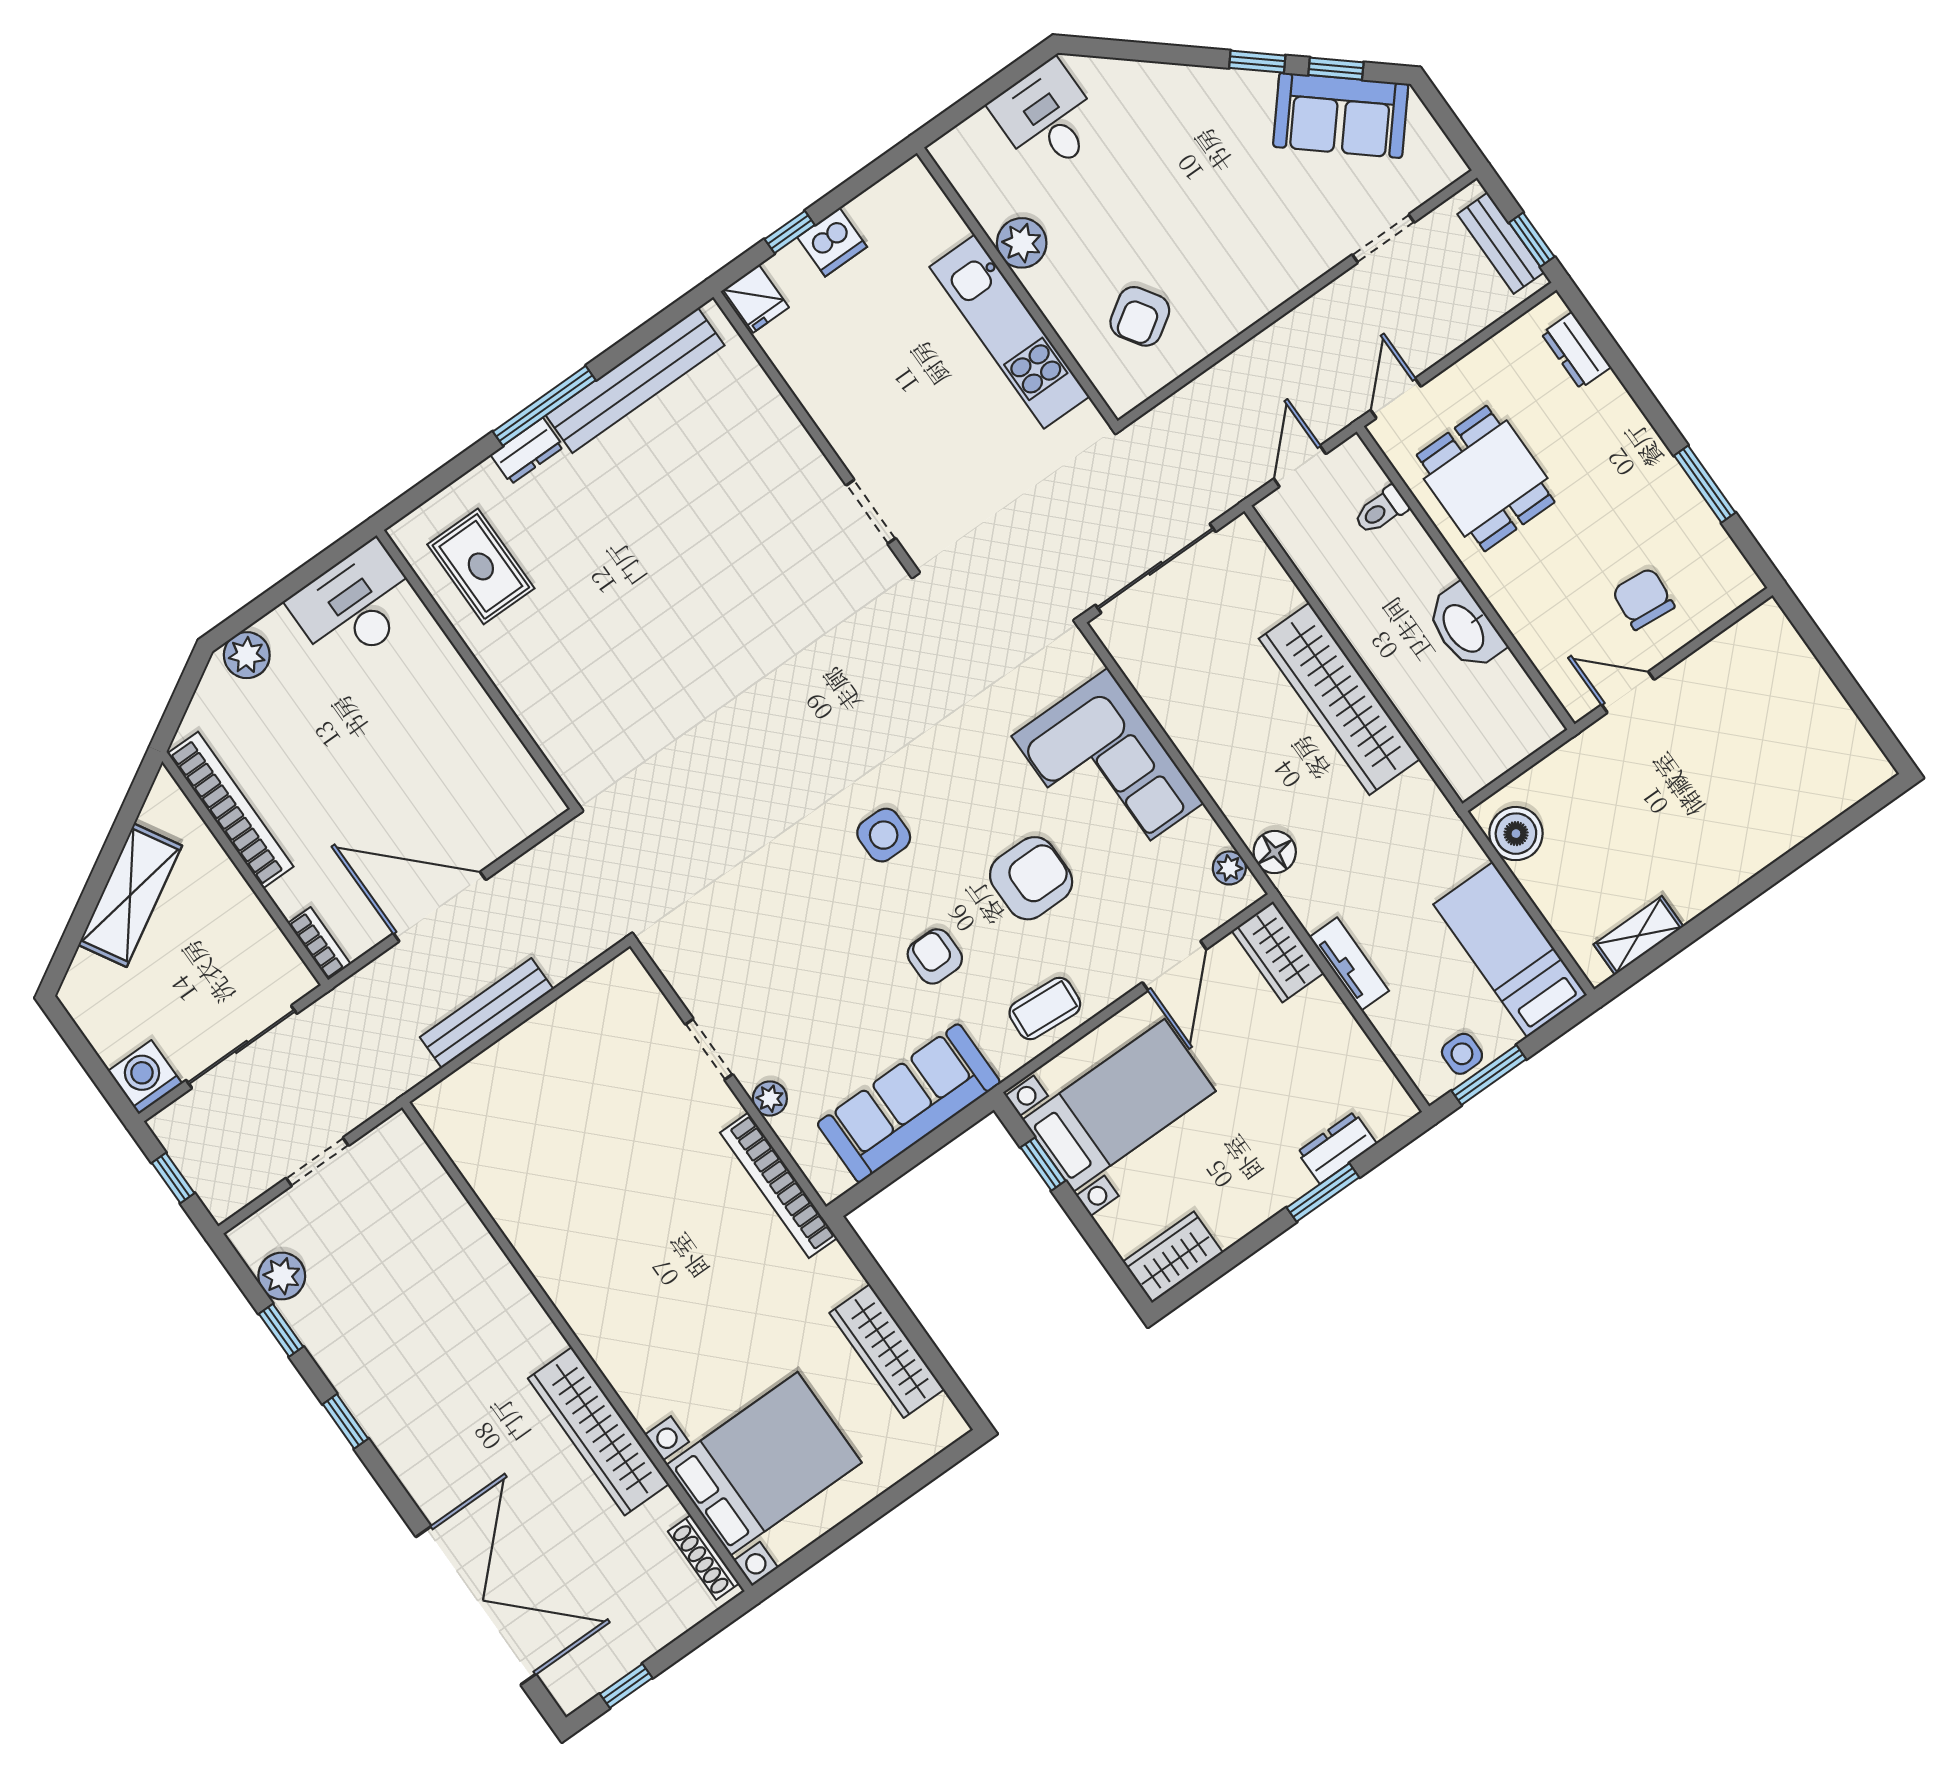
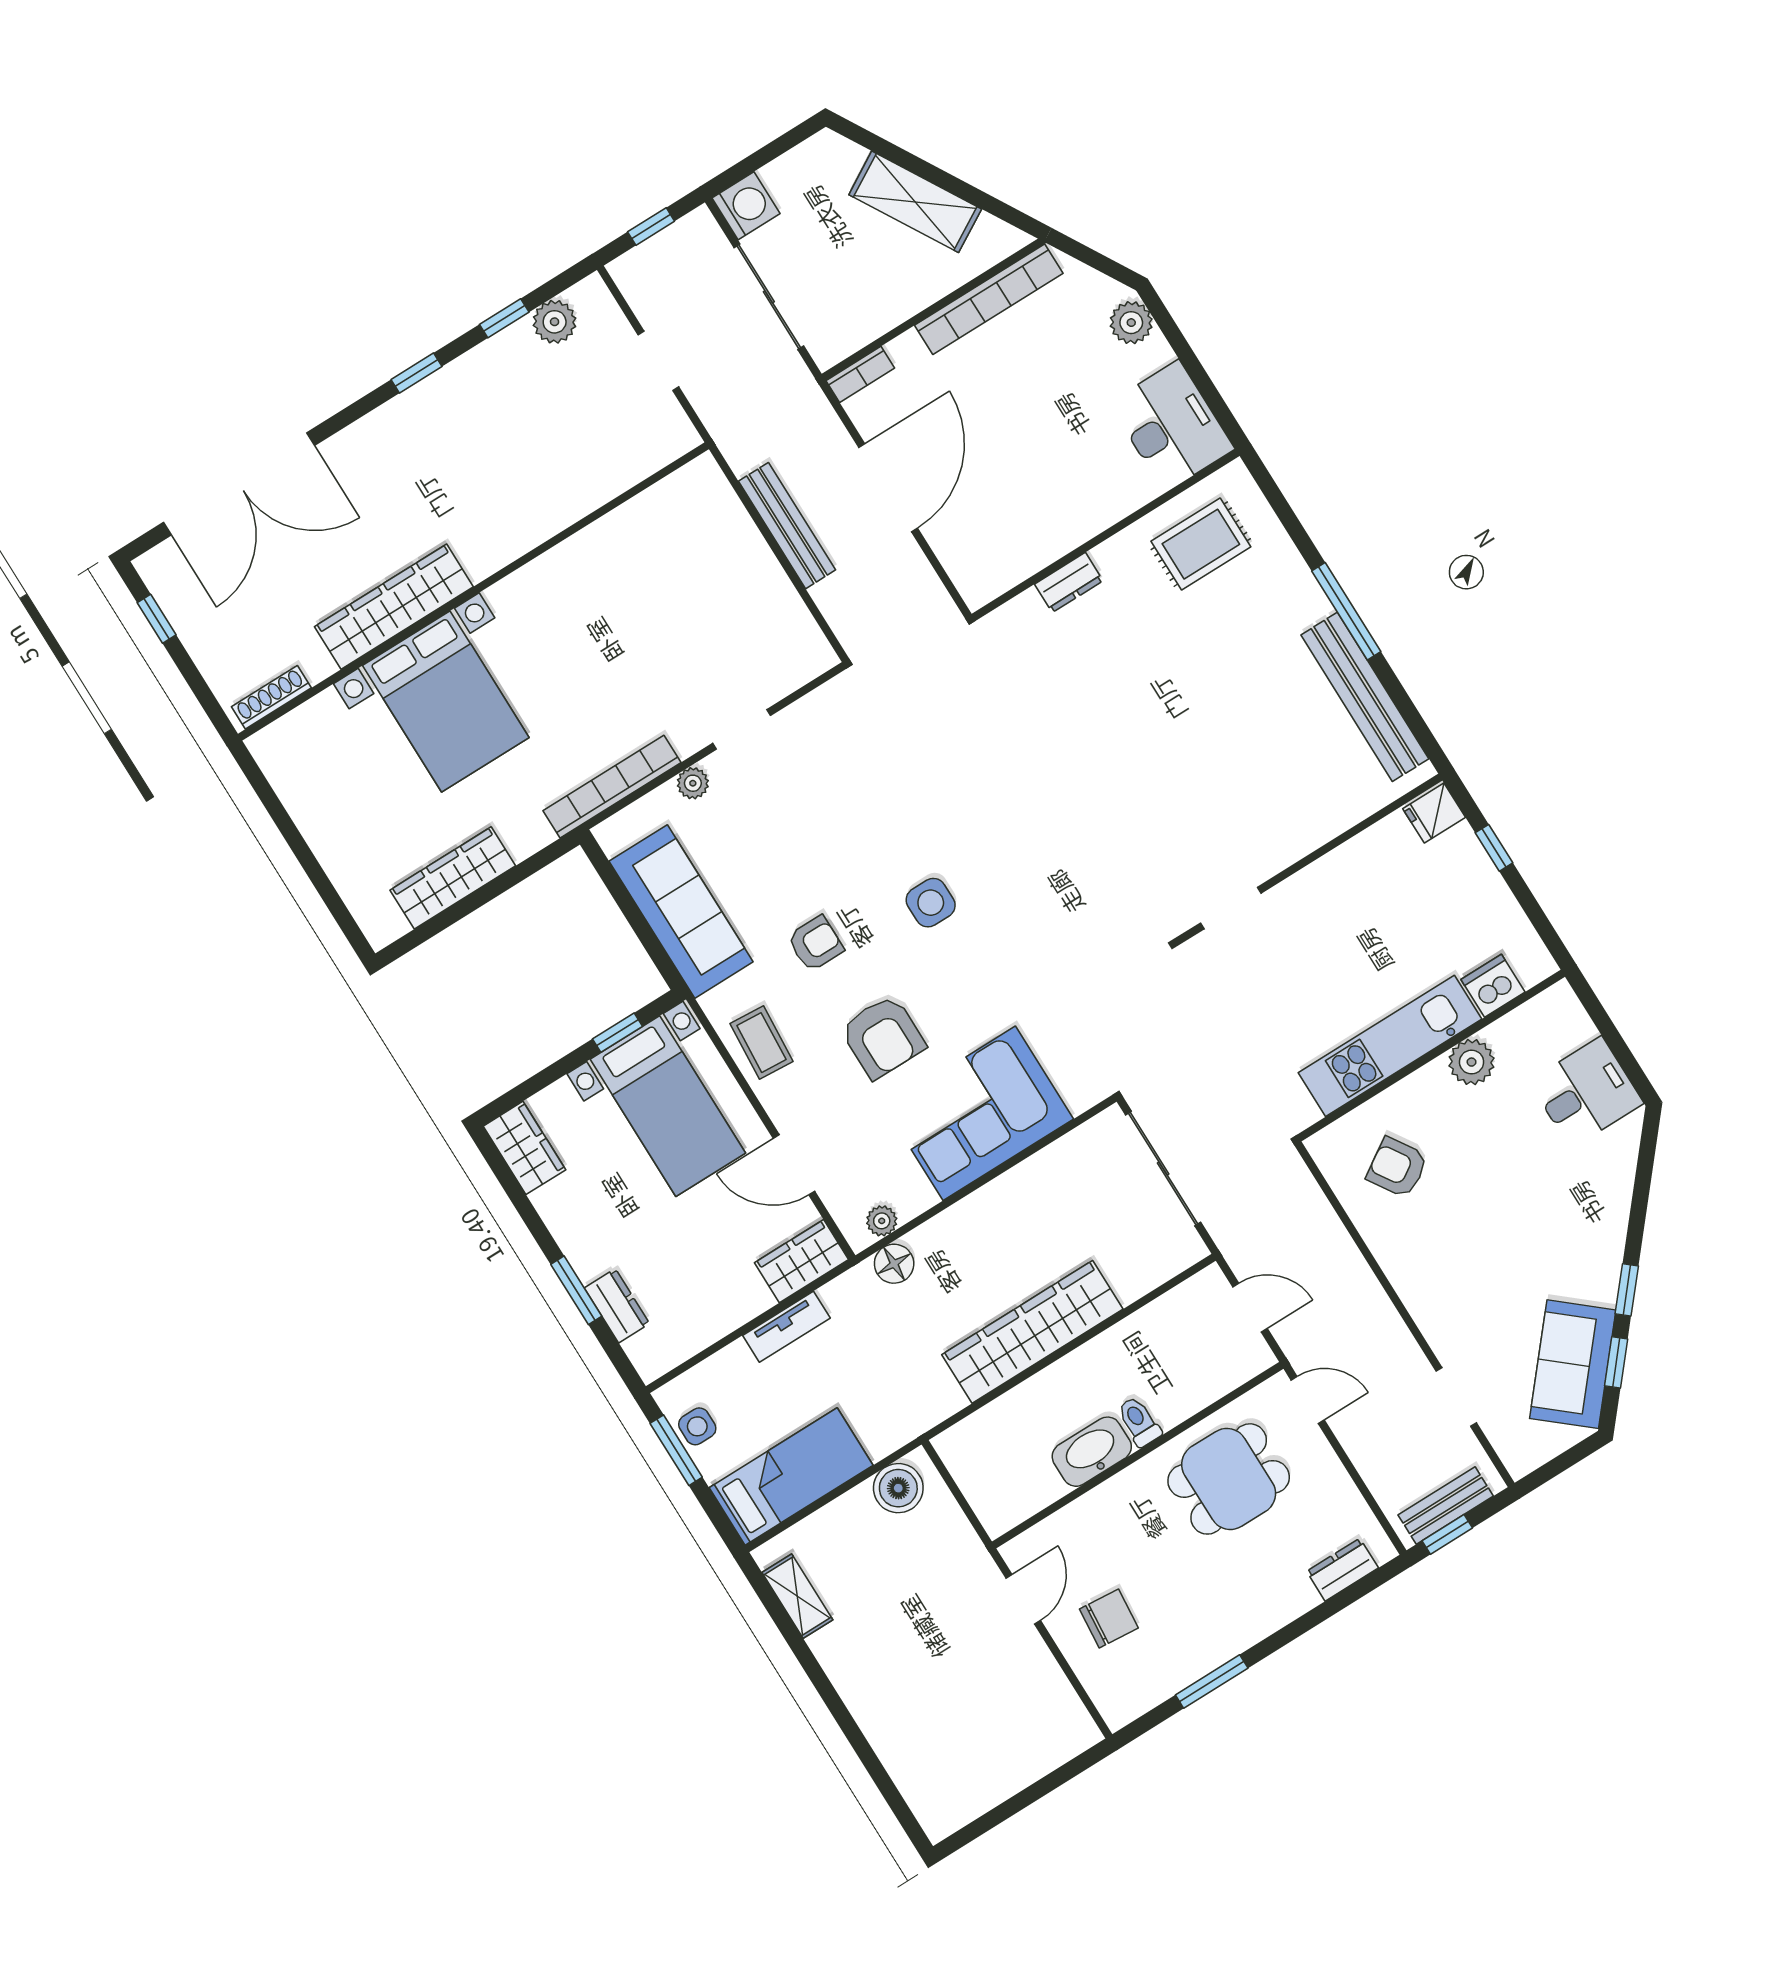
dishwasher: (832, 242) -> (1493, 986), moved, turned 90
dresser: (527, 451) -> (1069, 582), moved, turned -90
toilet: (1381, 510) -> (1139, 1422), moved
bed with nightstands: (764, 1464) -> (446, 701), moved

